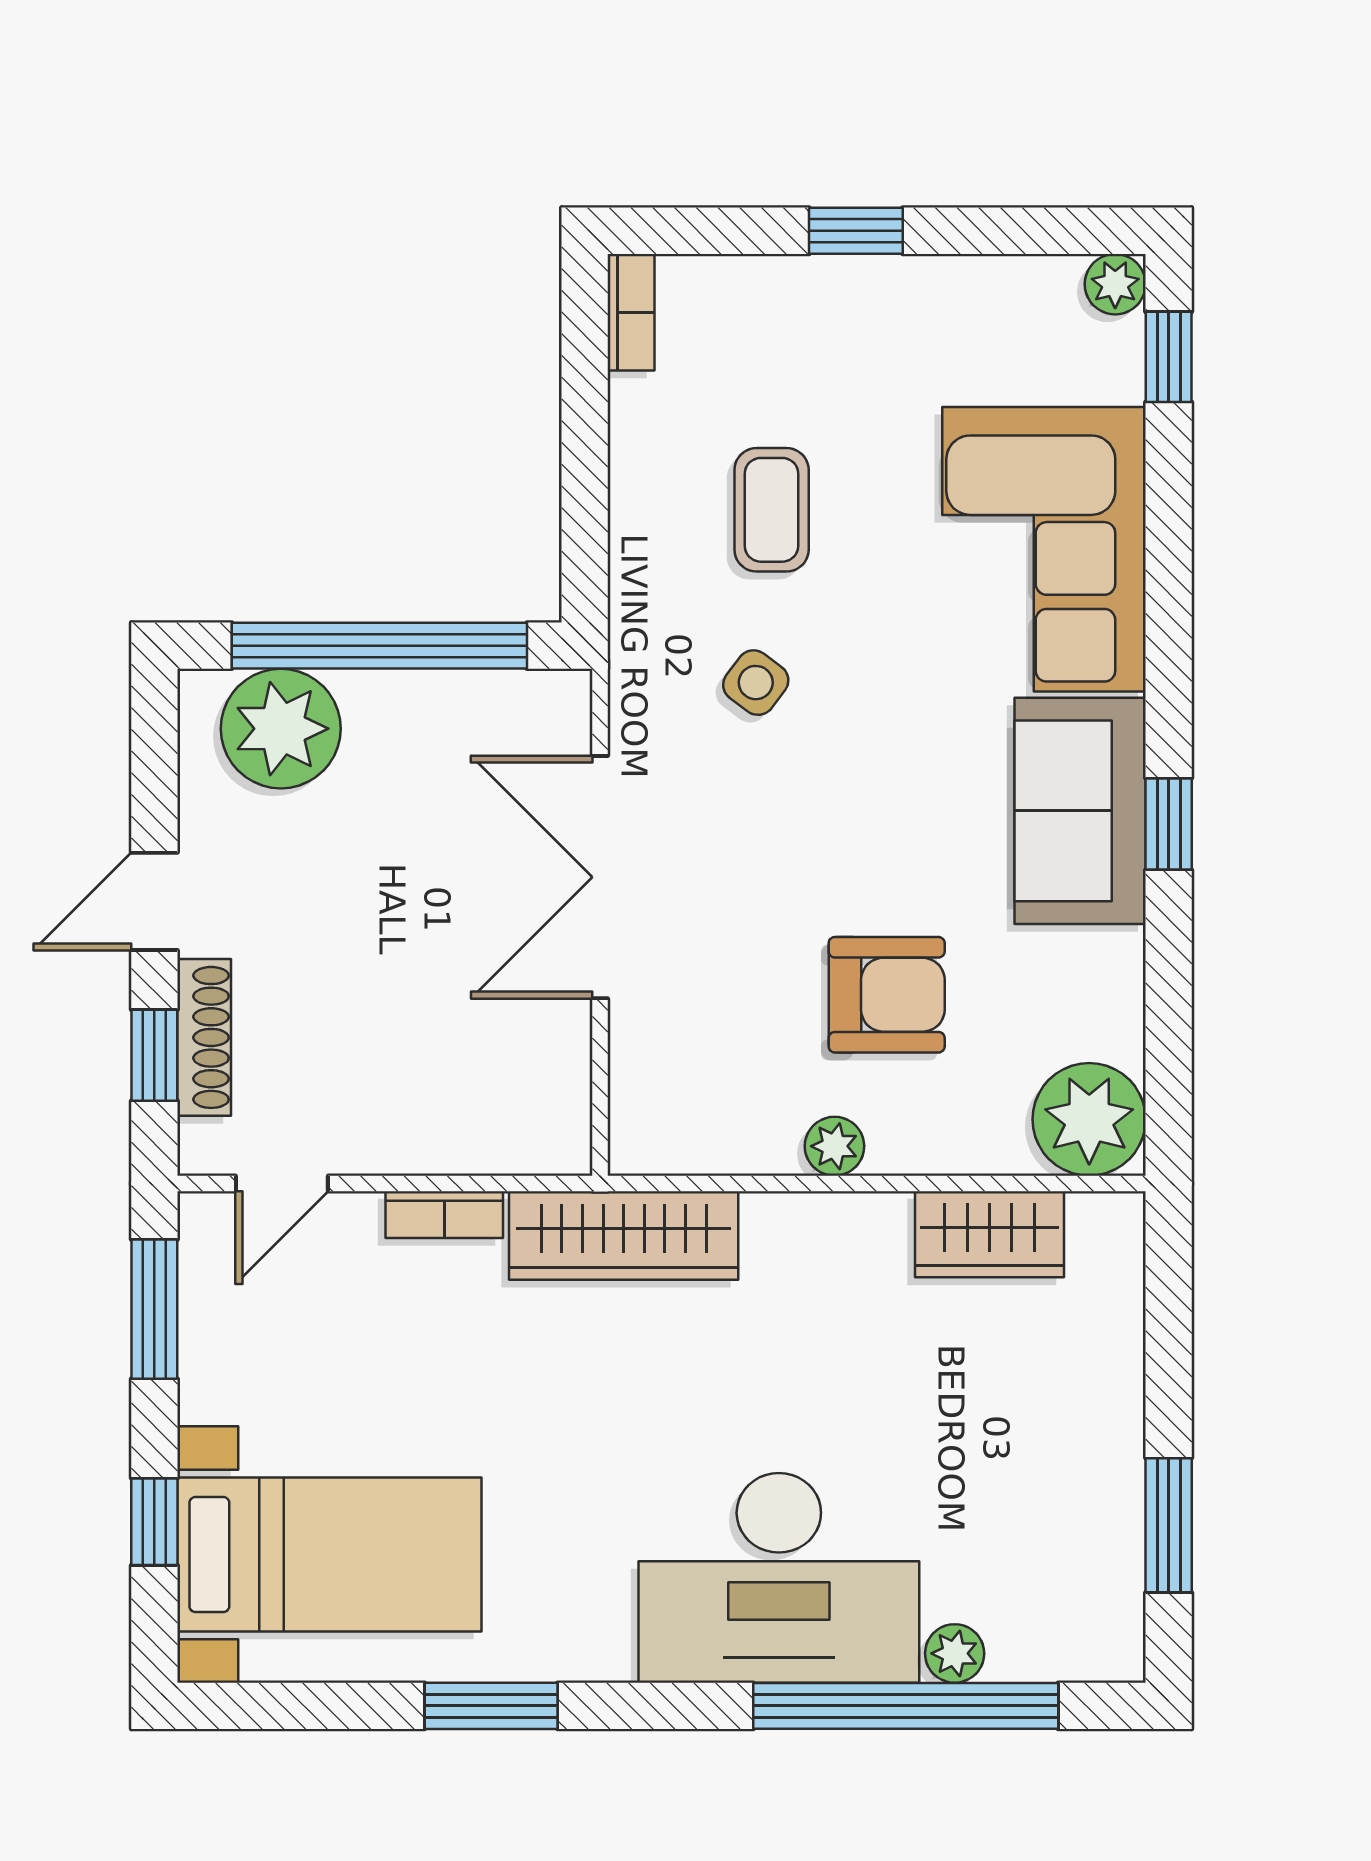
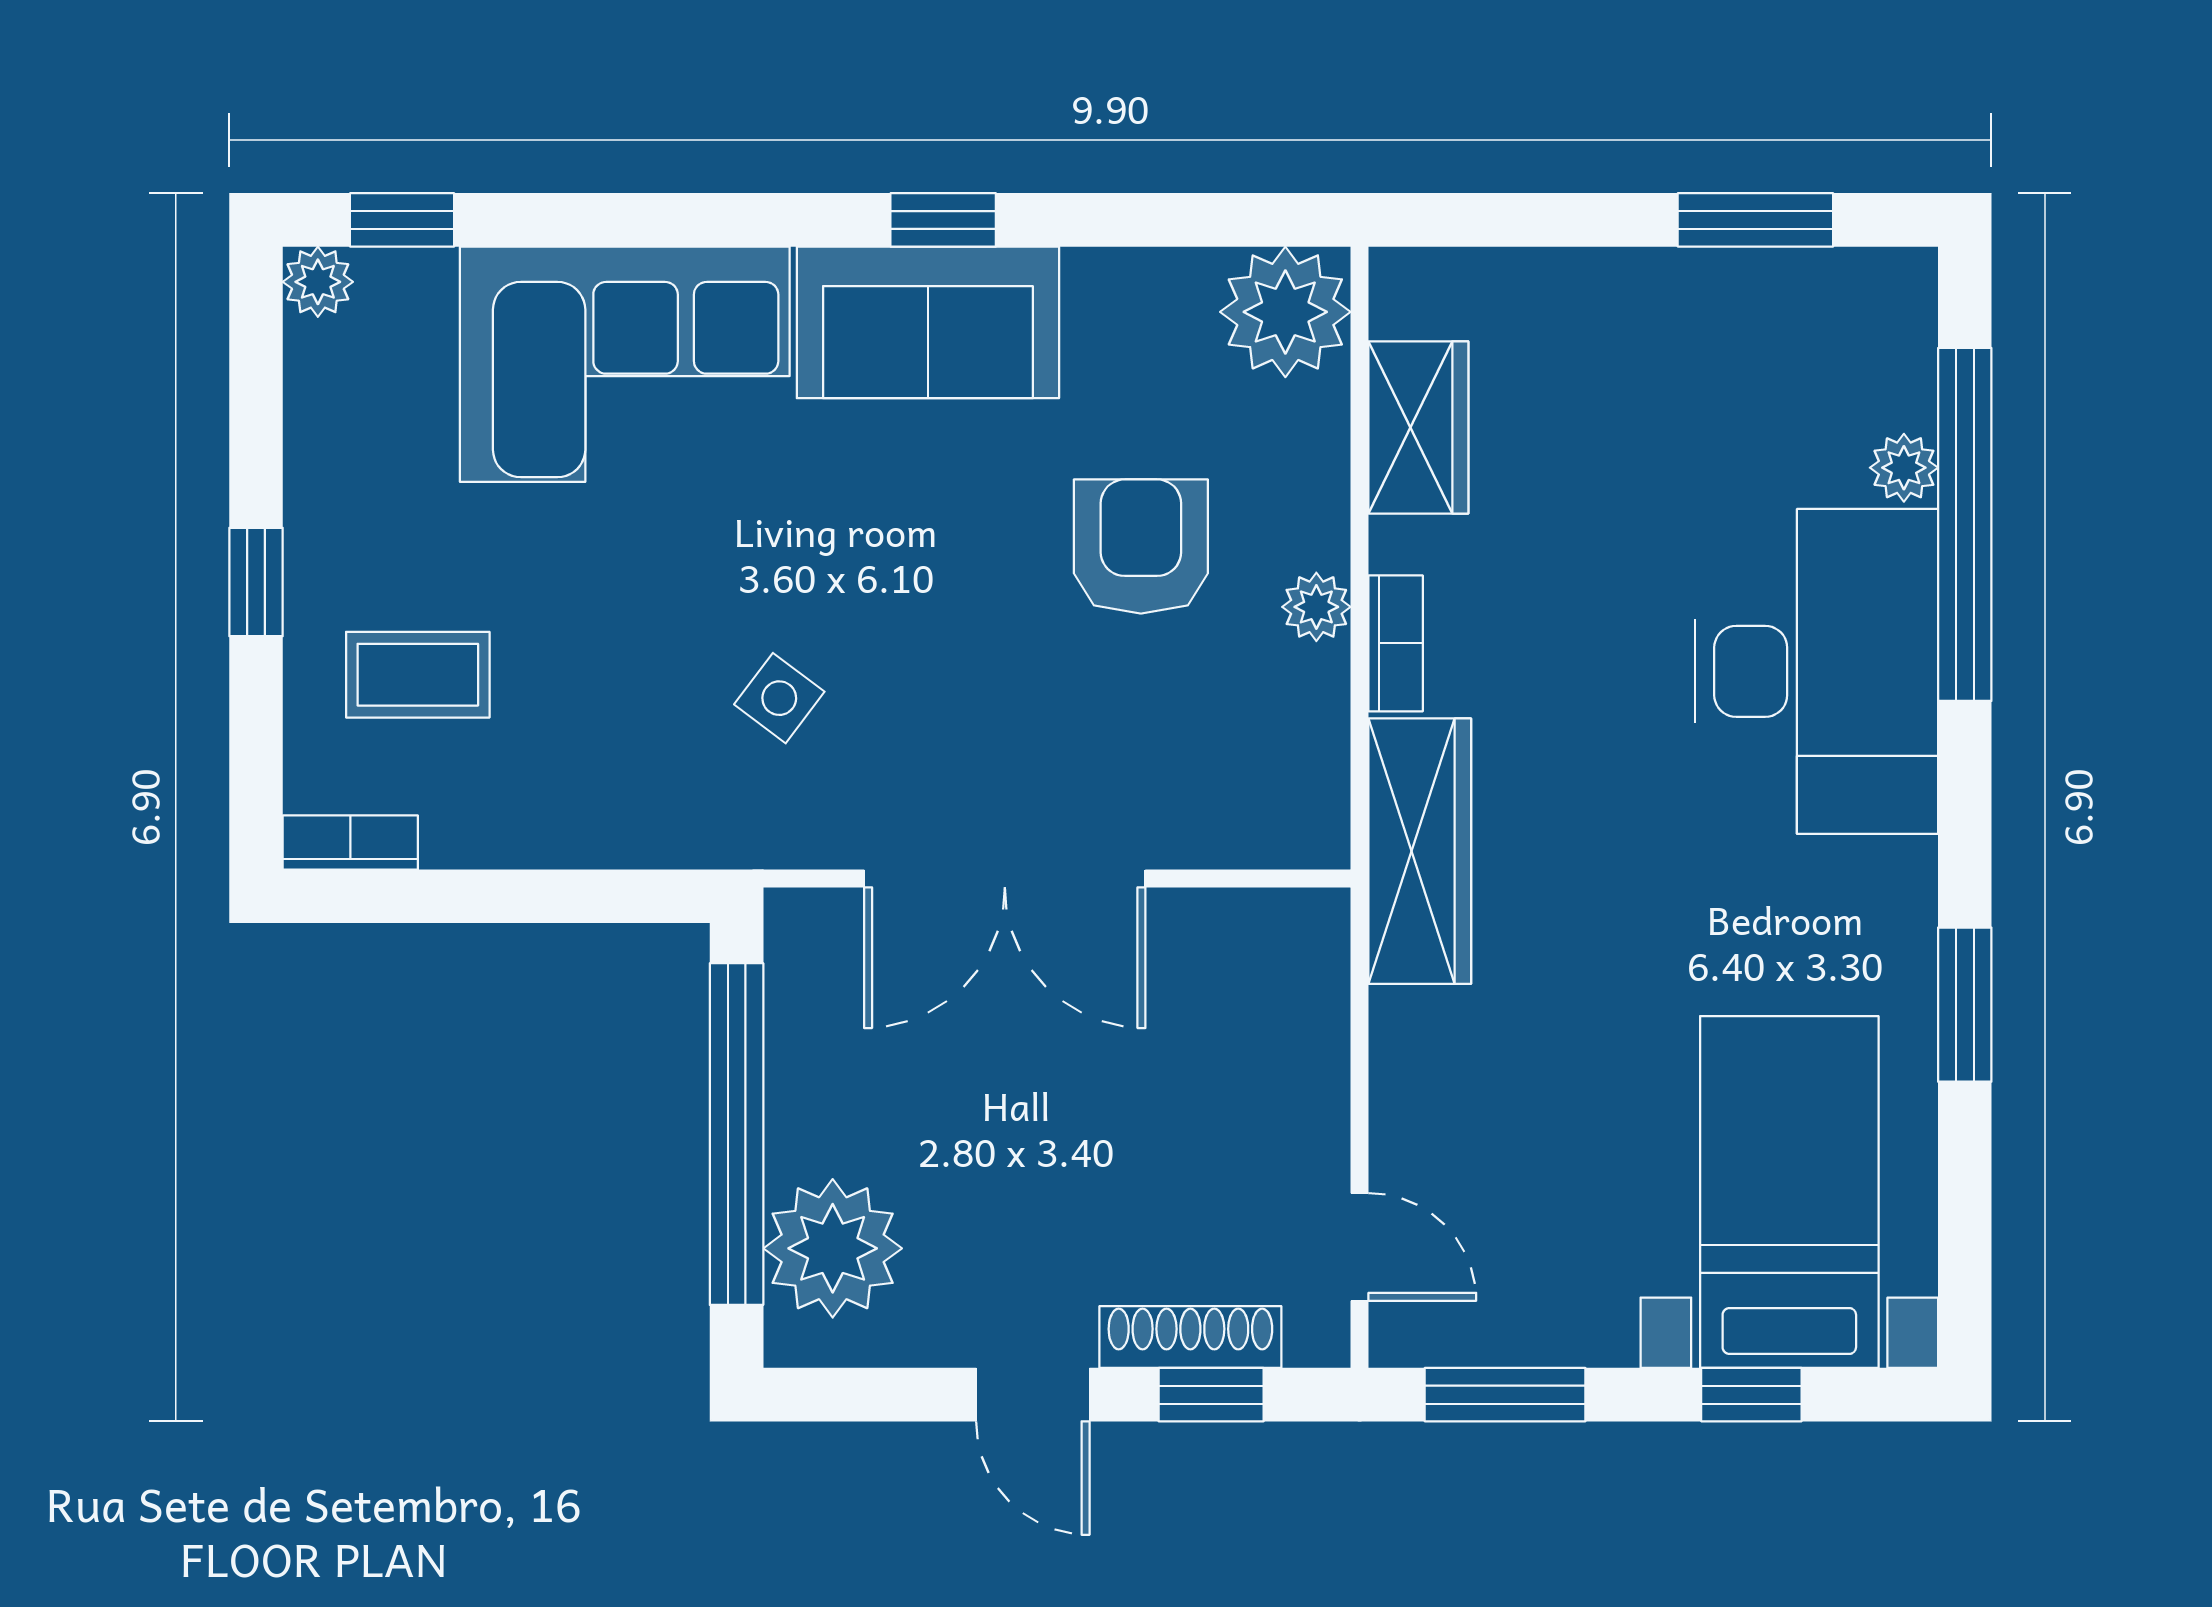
coffee table: (772, 510) -> (418, 675), moved
bookcase: (444, 1215) -> (1396, 643), moved

